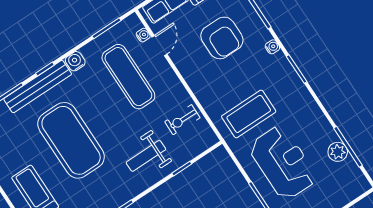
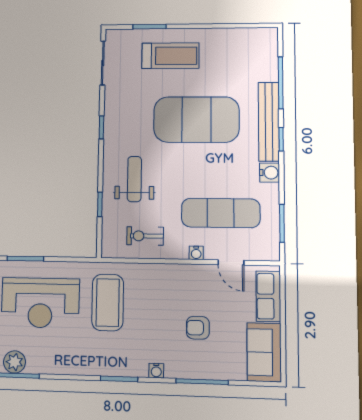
water cooler: (143, 35) -> (196, 253), moved
armchair: (222, 38) -> (198, 328), width x0.53, depth x0.53
exercise bike: (182, 120) -> (145, 236), turned -91

